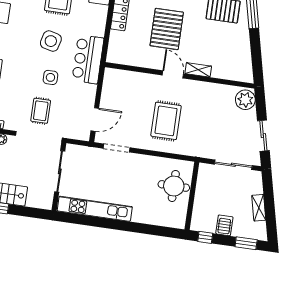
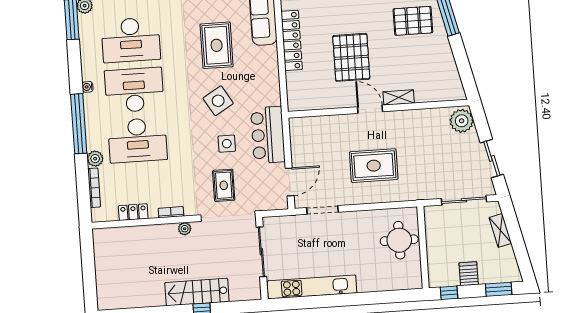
side table: (51, 41) -> (218, 101), turned 45
bar counter: (88, 59) -> (268, 135), moved
rug: (166, 121) -> (374, 166), turned 90
shelving: (259, 208) -> (500, 230), moved

